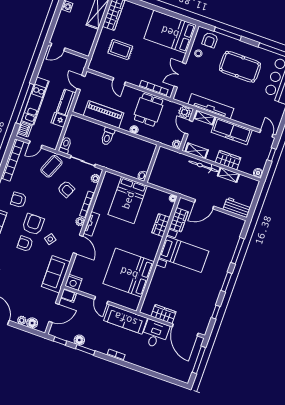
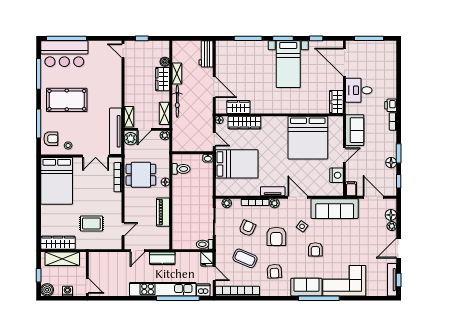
door: (58, 47) -> (87, 286), moved
rug: (120, 50) -> (91, 223), turned 90
wall: (68, 51) -> (87, 274), moved
pool table: (240, 67) -> (67, 100), turned 90
door: (119, 81) -> (123, 229), moved
kitchen unit: (35, 101) -> (163, 289), width x1.36
tv unit: (211, 106) -> (116, 131), moved
piano: (104, 114) -> (163, 212), width x0.73, depth x0.75
fridge: (59, 120) -> (207, 259), moved
freezer: (232, 131) -> (133, 86), removed
door: (266, 133) -> (123, 51), hinge flipped
toilet: (108, 136) -> (181, 169), moved
coffee table: (51, 166) -> (245, 258), moved
boiler: (258, 173) -> (165, 62), moved
door: (157, 188) -> (214, 139), added
armchair: (33, 224) -> (276, 236), moved, turned -90
wardrobe: (161, 225) -> (244, 123), width x1.50
door: (78, 244) -> (298, 197), hinge flipped
bed with nightstands: (184, 254) -> (288, 64), moved, turned 180
sofa: (56, 274) -> (335, 209), width x1.36
nightstand: (73, 282) -> (336, 175), moved
wardrobe: (163, 314) -> (336, 102), moved
sofa: (126, 319) -> (355, 130), width x0.73
door: (185, 330) -> (344, 62), swing flipped
printer: (131, 358) -> (391, 105), added

